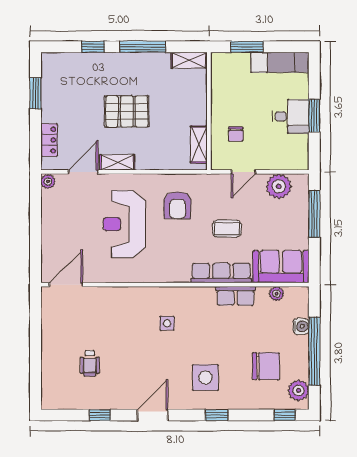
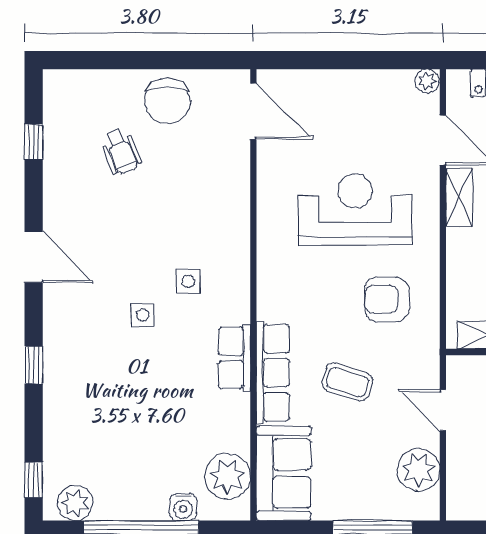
coffee table: (227, 229) -> (348, 382), turned -72
plant: (277, 294) -> (227, 477), width x1.87, depth x1.87
row of seats: (236, 296) -> (234, 358), moved
wheelchair: (90, 363) -> (121, 152), turned -112
chair: (266, 366) -> (167, 101), moved
side table: (205, 377) -> (143, 315), moved, width x0.54, depth x0.54
window: (100, 415) -> (34, 142), moved

